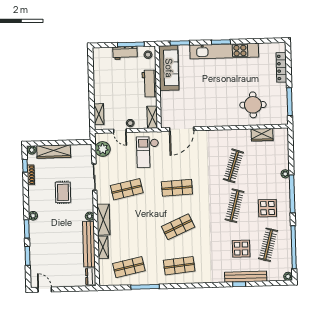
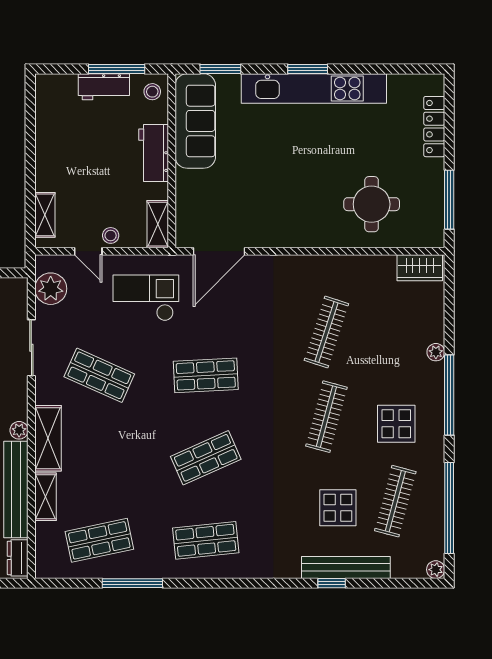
wardrobe: (262, 135) -> (420, 268), moved
checkout: (148, 152) -> (146, 298), turned 90
shop shelf: (127, 189) -> (99, 375), turned 36

